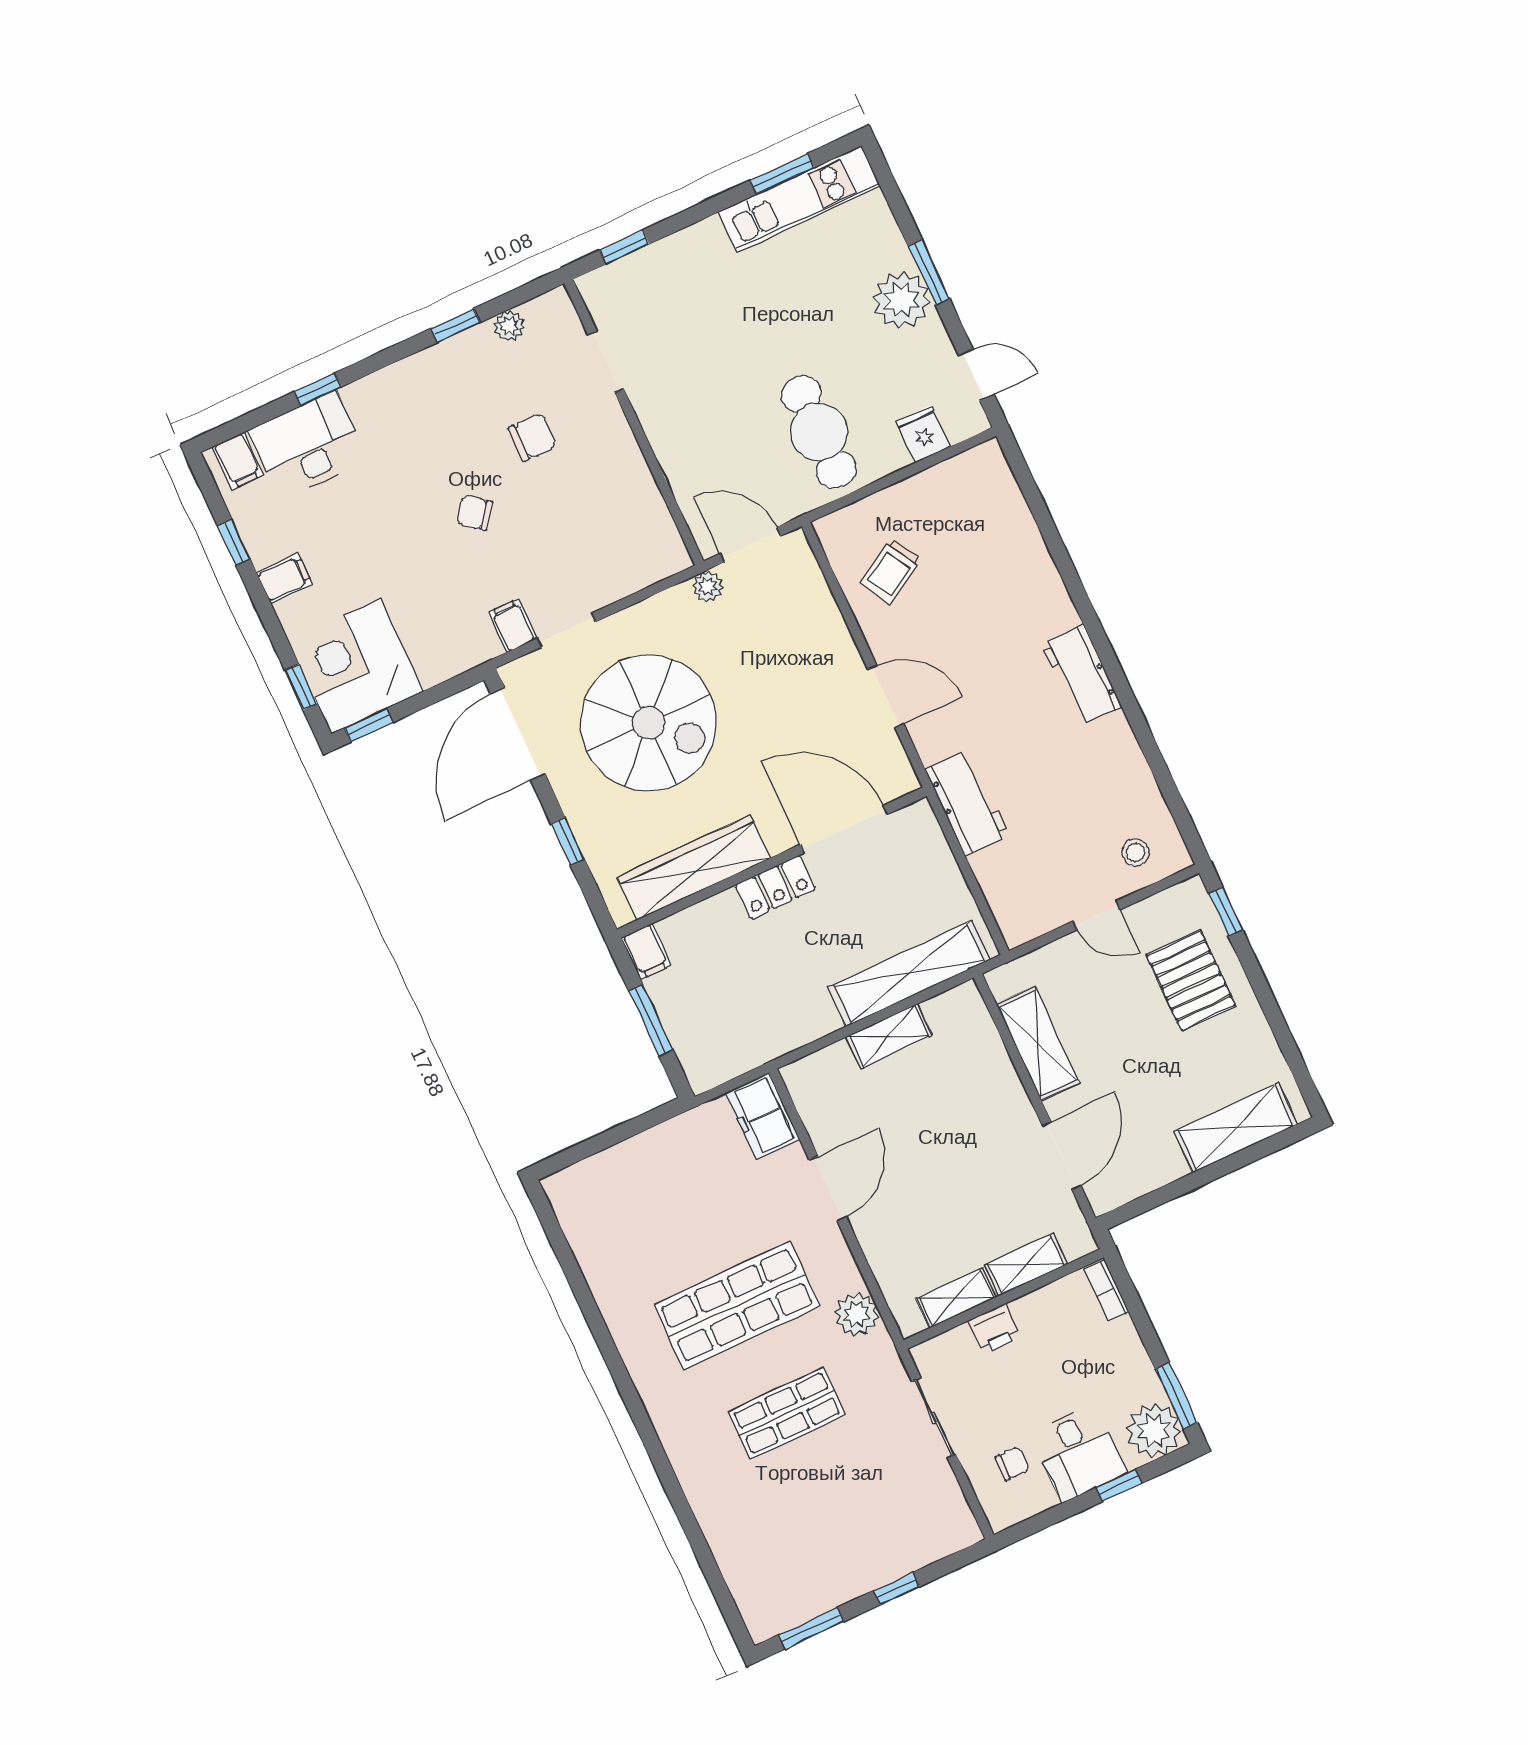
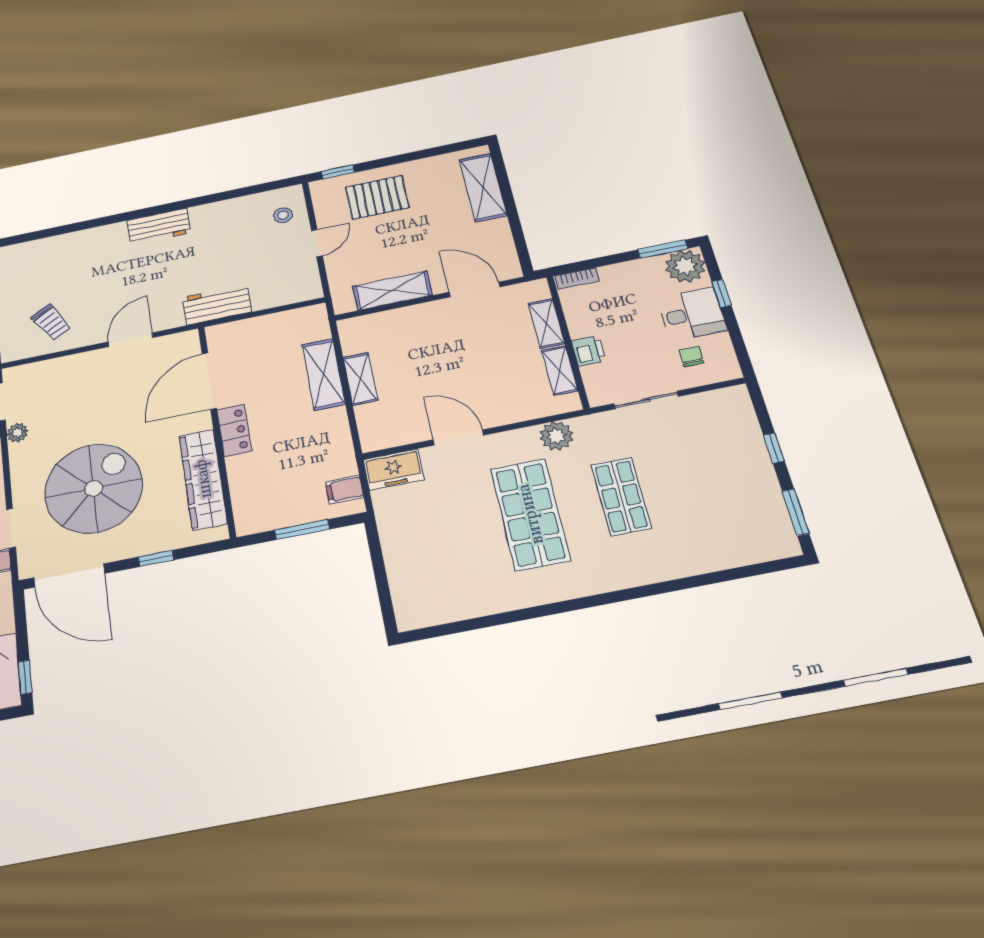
filing cabinet: (646, 951) -> (345, 490), moved, turned 180
shelving: (909, 974) -> (324, 374), width x0.68

